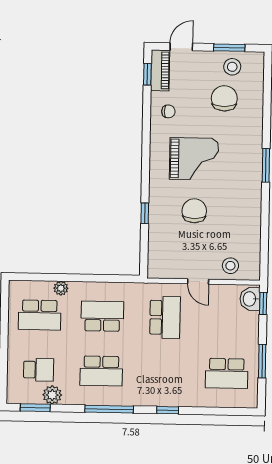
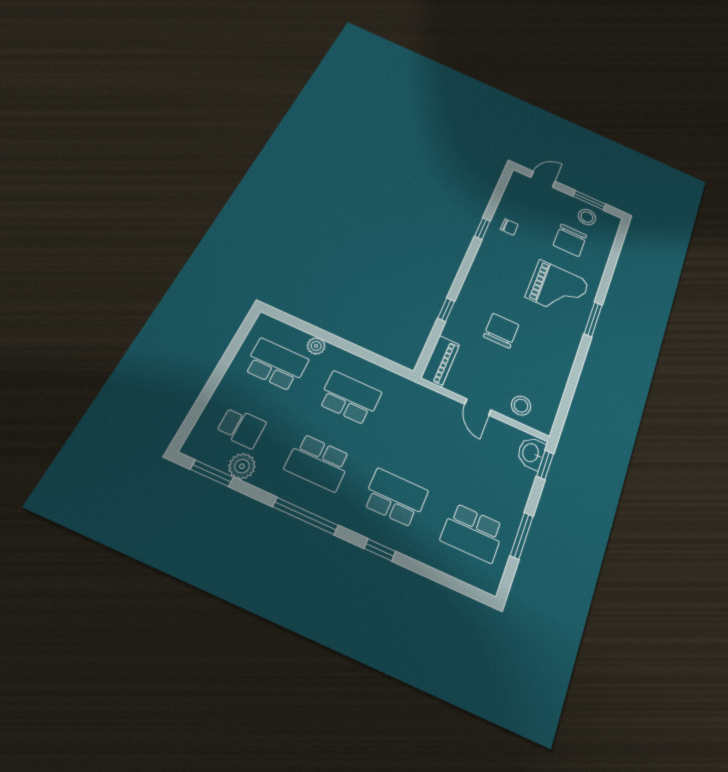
piano: (160, 70) -> (440, 361), moved
window: (147, 74) -> (482, 229), moved
chair: (224, 98) -> (570, 240), turned 180
grand piano: (194, 159) -> (557, 289), moved
school desk: (40, 315) -> (276, 364), turned 180
school desk: (165, 317) -> (395, 498), moved, turned -90

